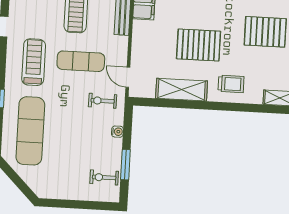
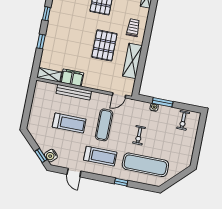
treadmill: (34, 62) -> (100, 156), turned 180
exercise bike: (103, 101) -> (139, 135), moved
window: (125, 165) -> (163, 102), moved

